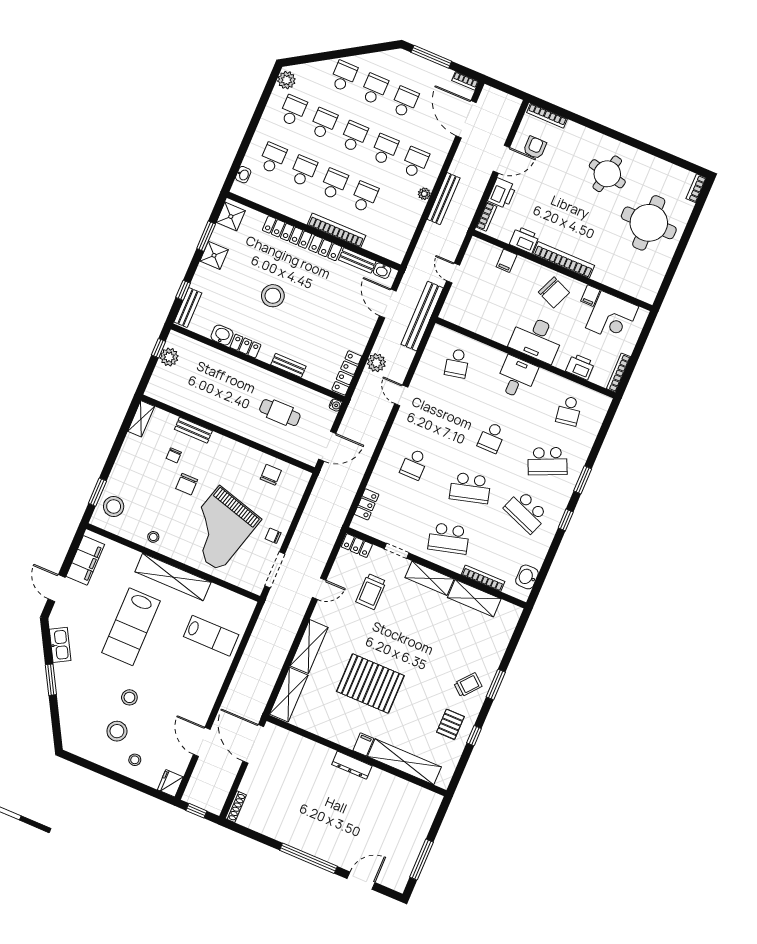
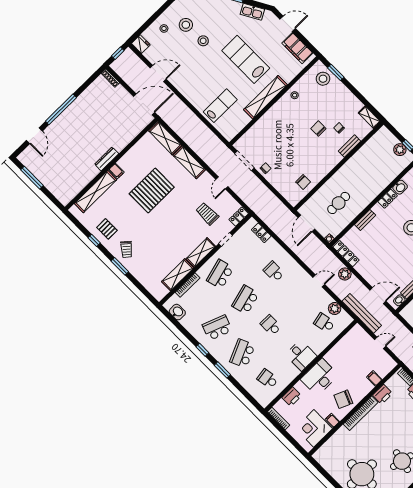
plant: (431, 357) -> (335, 308), added
grand piano: (219, 529) -> (283, 137), removed
lab bench: (211, 636) -> (220, 106), turned 180

